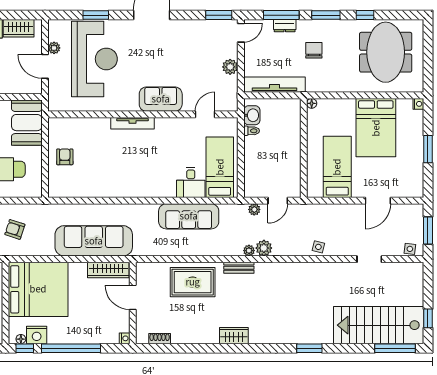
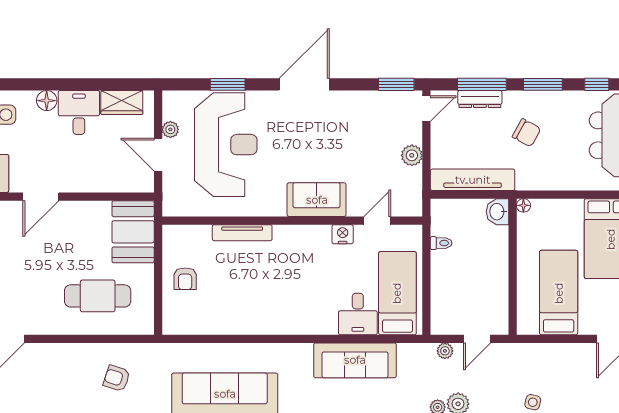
dresser: (285, 26) -> (480, 99), width x1.44
chair: (314, 50) -> (527, 133), turned 119
washbasin: (252, 115) -> (497, 212), moved, turned 180
tv unit: (133, 123) -> (242, 233), moved
nightstand: (180, 124) -> (343, 234), added
armchair: (65, 157) -> (185, 279), turned 180

